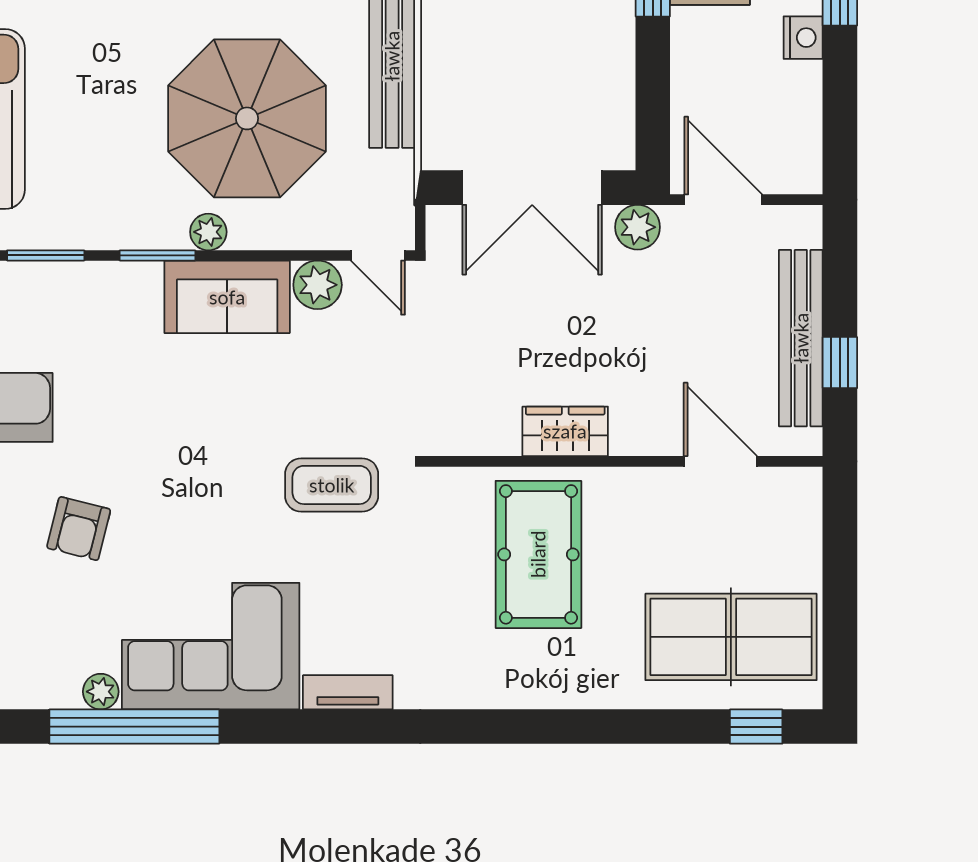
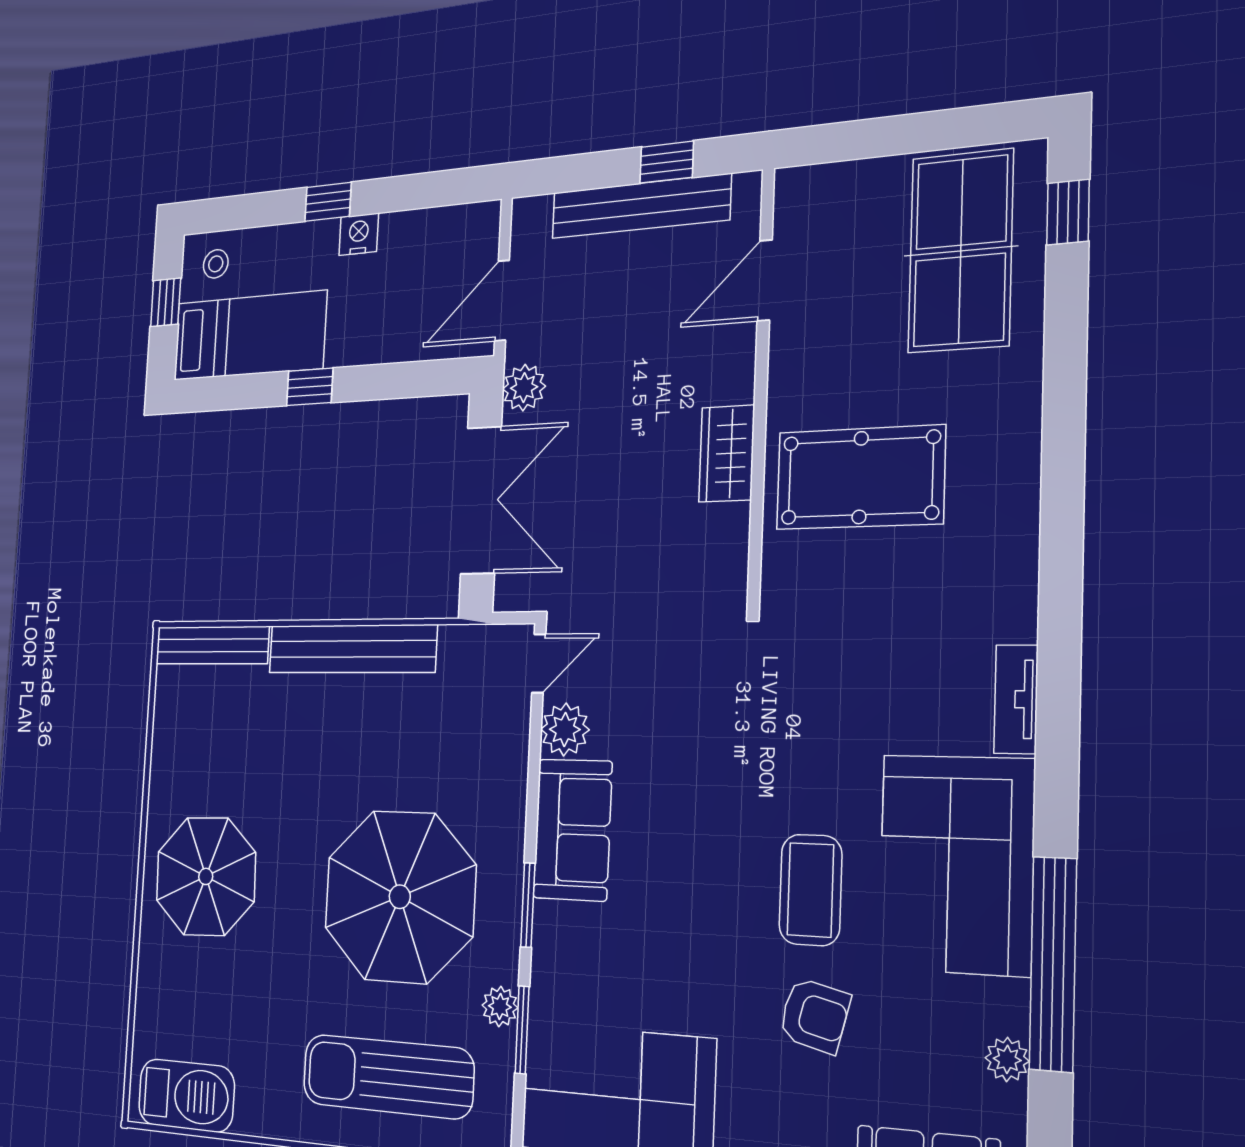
parasol: (247, 118) -> (400, 897), moved
plant: (208, 232) -> (500, 1006), moved
coffee table: (332, 485) -> (810, 890), moved
plant: (101, 692) -> (1007, 1059), moved

